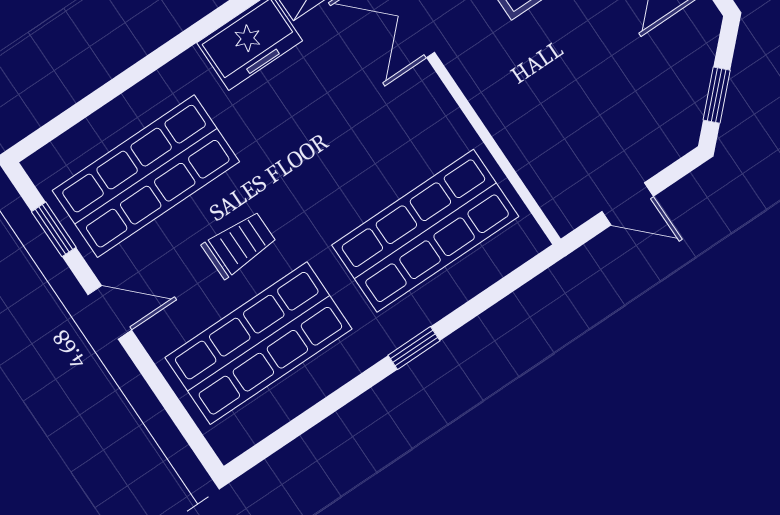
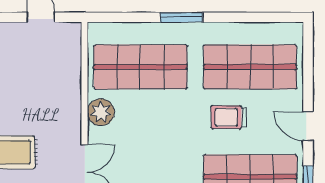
plant: (439, 121) -> (101, 112), added
window: (414, 348) -> (181, 17), width x1.50

